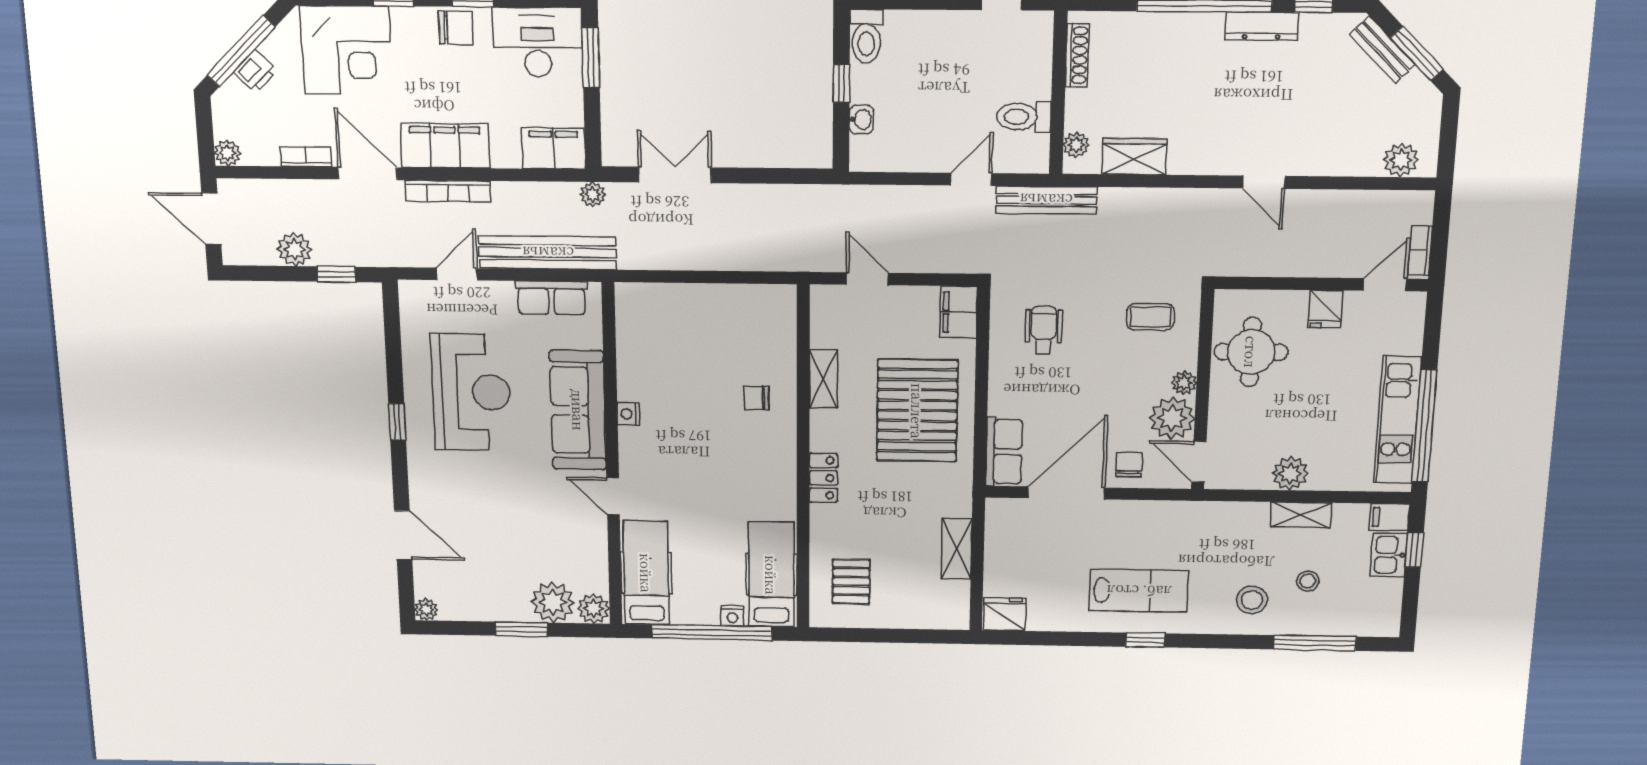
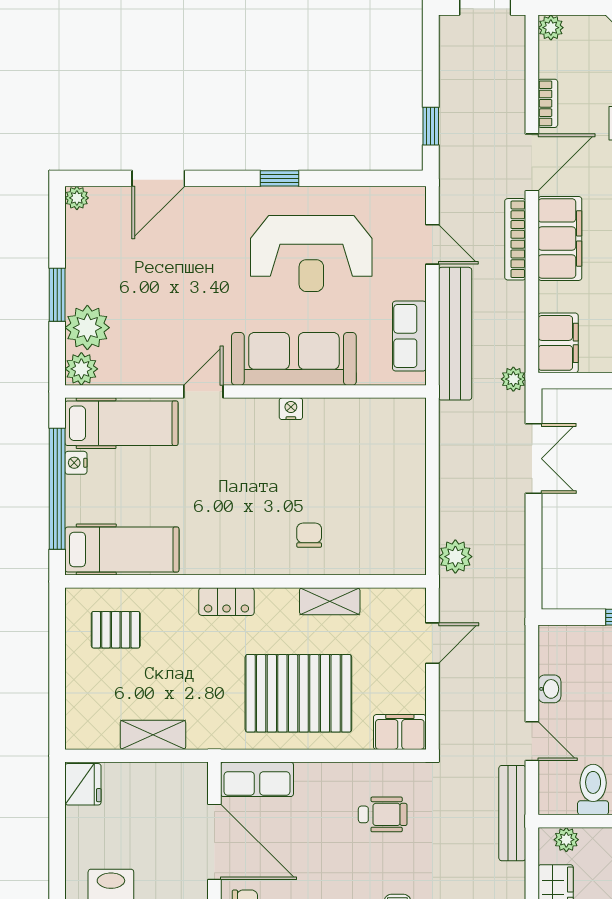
washbasin: (861, 119) -> (549, 689), moved, turned -90
plant: (294, 249) -> (455, 557), moved
nightstand: (732, 616) -> (76, 463), moved

